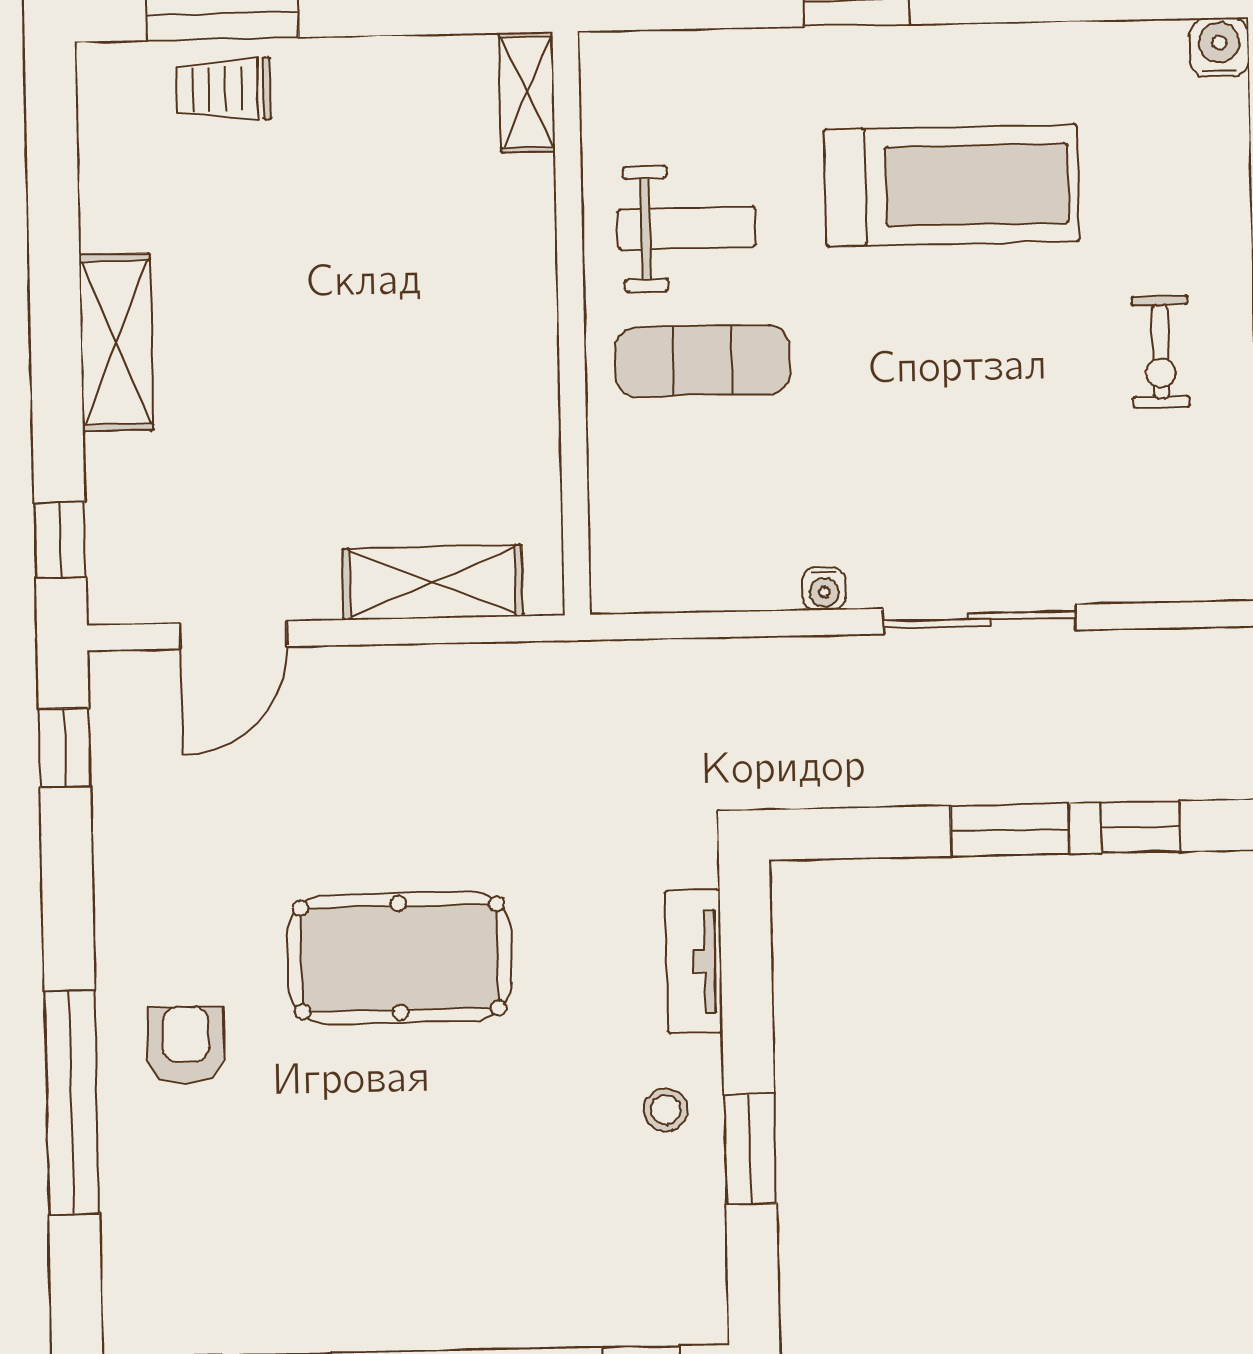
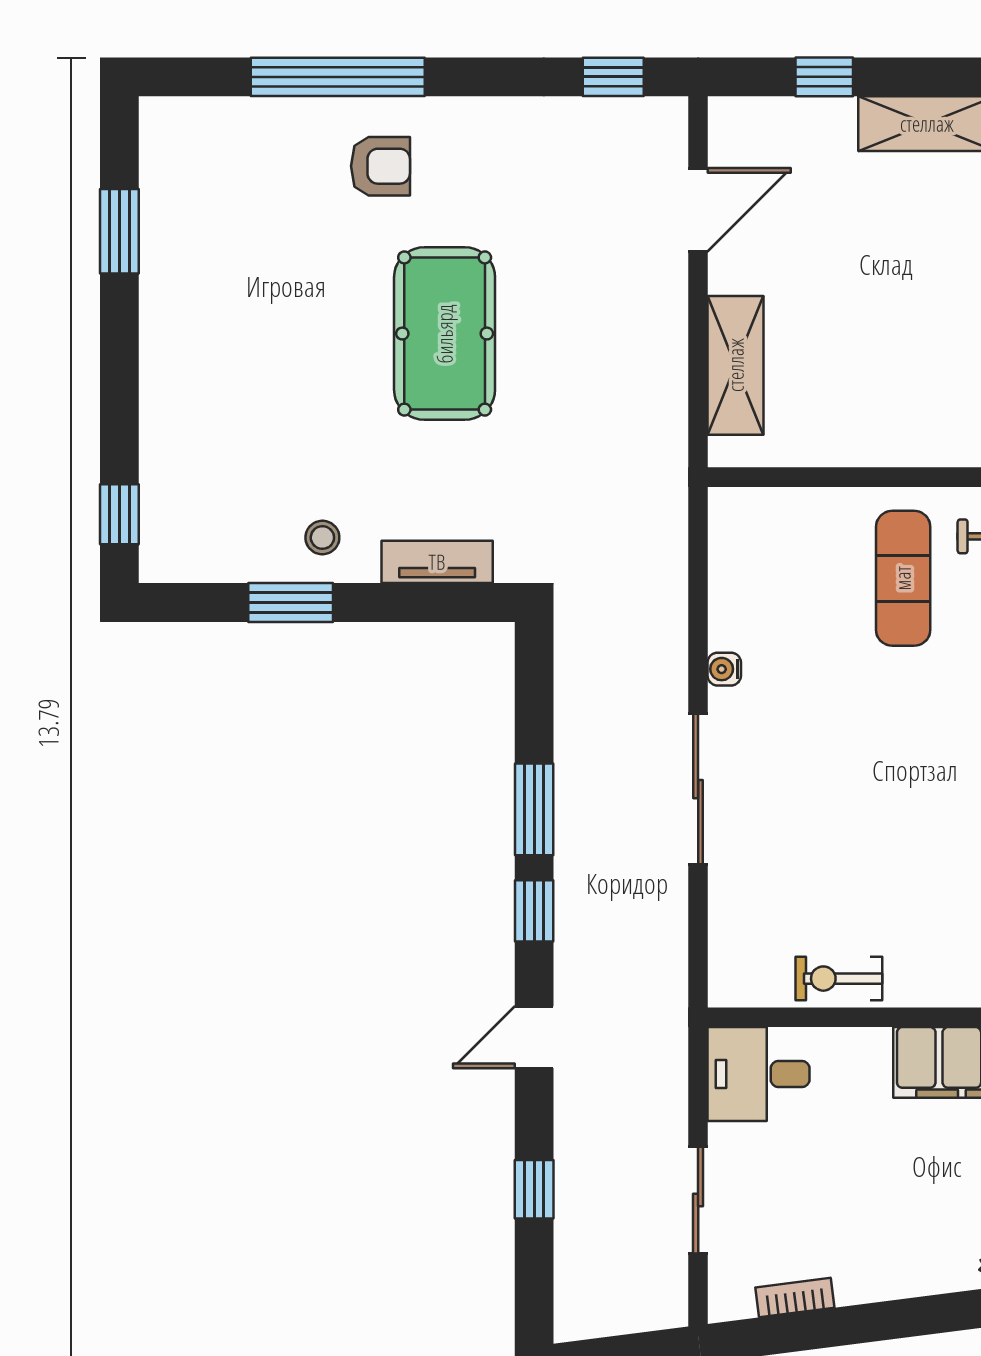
exercise bike: (1160, 352) -> (839, 979), moved
window: (60, 540) -> (824, 77), moved
door: (233, 635) -> (698, 210), swing flipped

